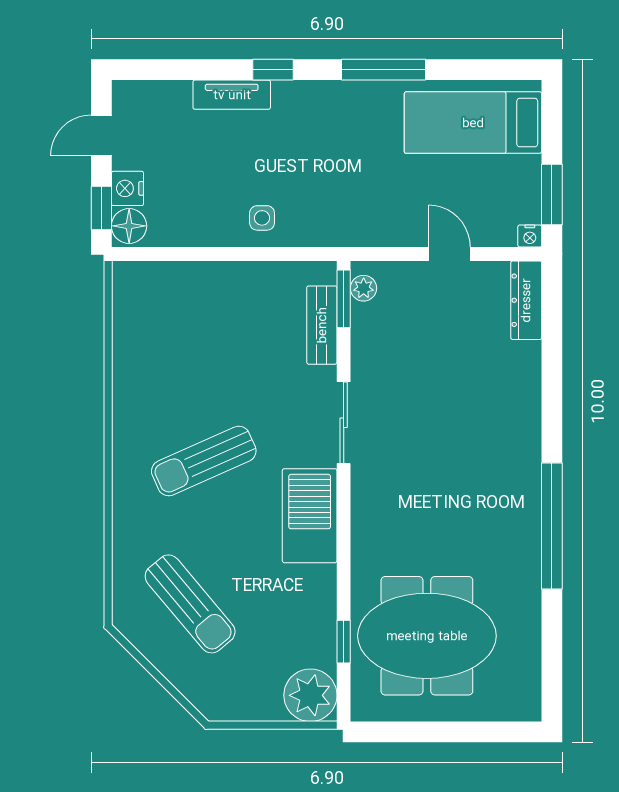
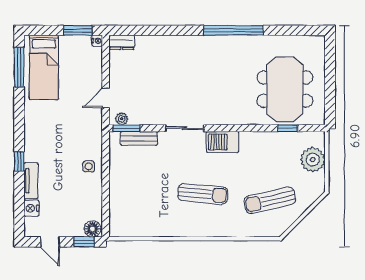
window: (384, 70) -> (19, 67), moved
nightstand: (127, 188) -> (31, 208), moved, turned 90
door: (449, 254) -> (106, 98), moved
dresser: (526, 300) -> (122, 42), width x0.70
sun lounger: (204, 461) -> (203, 194), turned -61
barbecue: (310, 516) -> (222, 142), width x0.73, depth x0.83
sun lounger: (190, 604) -> (270, 200), turned -153
plant: (310, 695) -> (313, 160), moved

